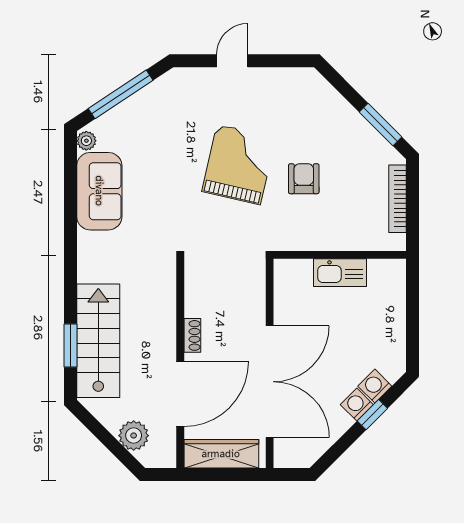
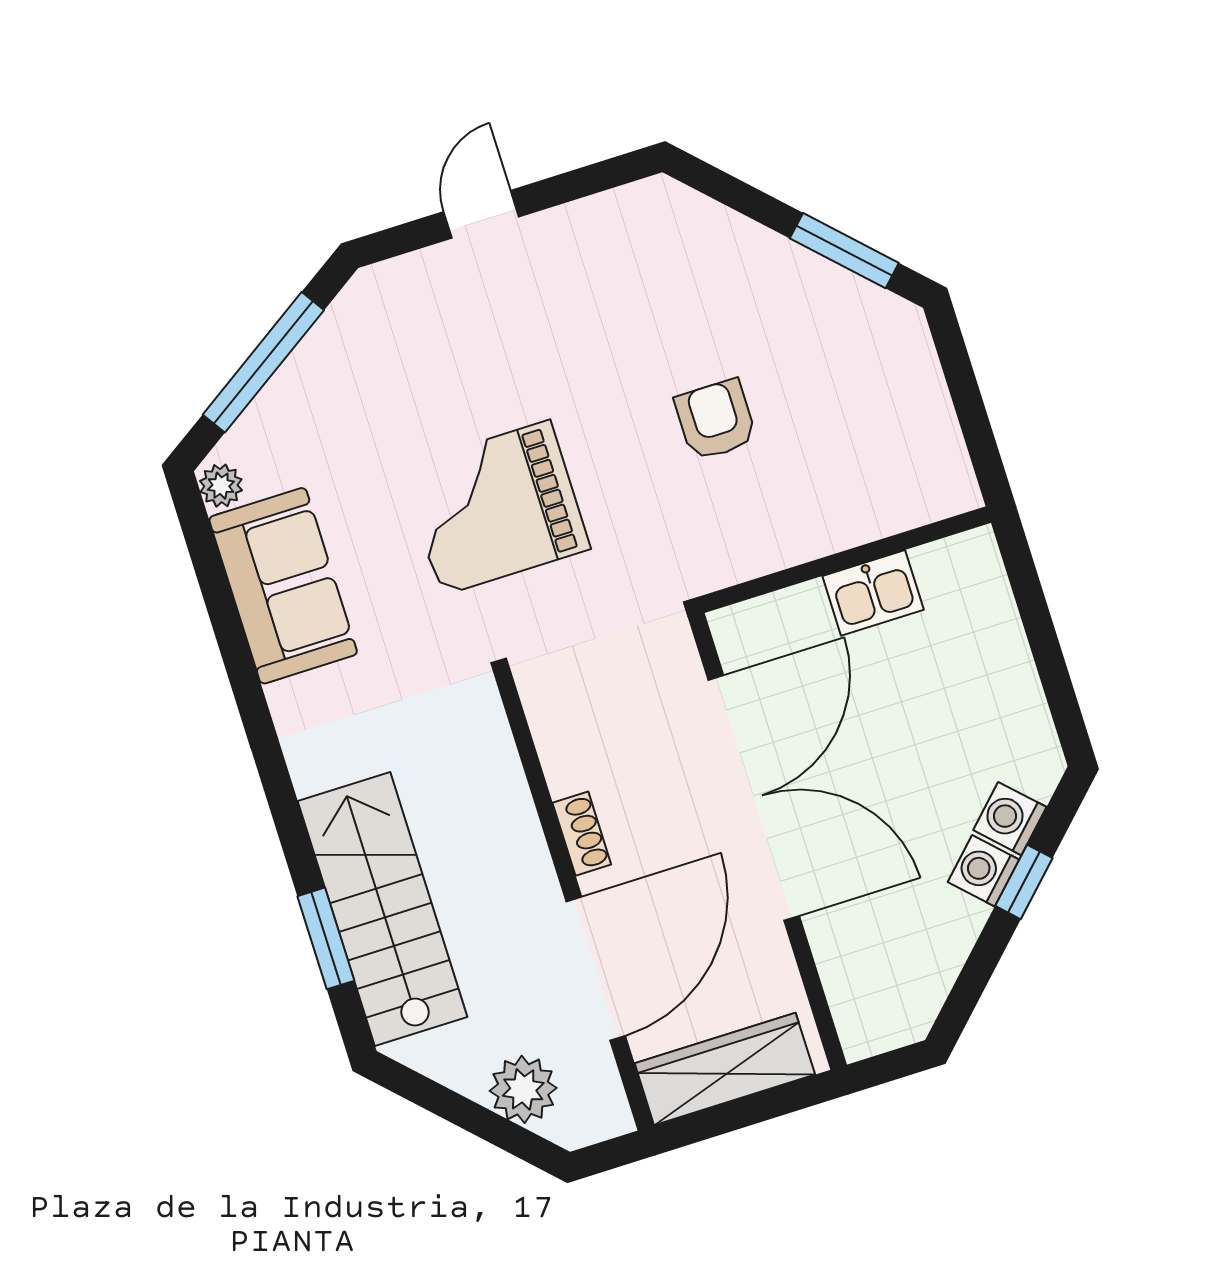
grand piano: (239, 165) -> (496, 508), moved, turned -103
bookcase: (398, 199) -> (931, 399), removed
kitchen sink: (340, 273) -> (873, 593), width x0.73
double door: (270, 382) -> (754, 798), moved

